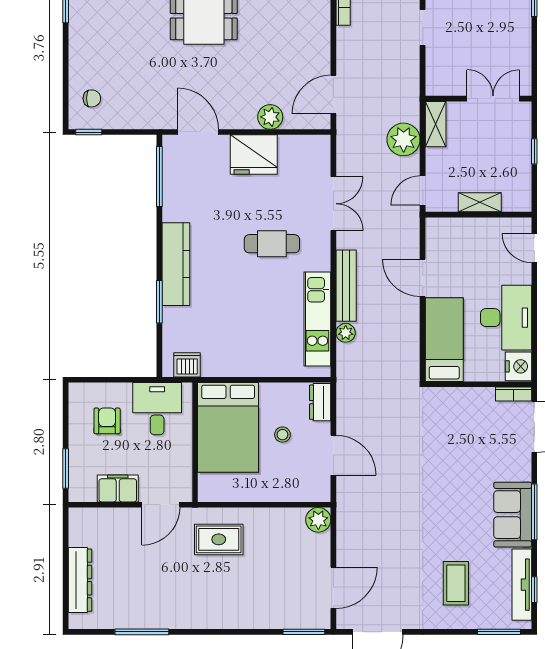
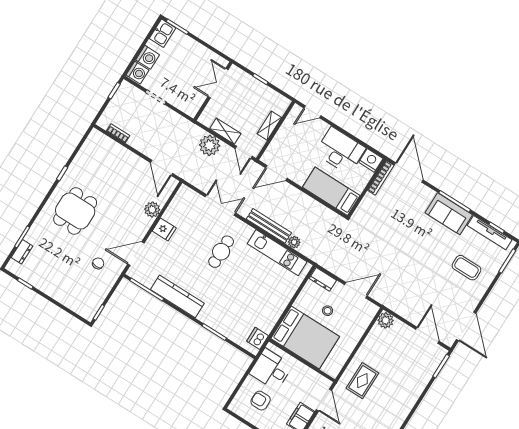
chair: (92, 98) -> (98, 263), moved
shelving: (436, 124) -> (225, 131), moved
fridge: (254, 155) -> (164, 229), width x0.53, depth x0.75
kitchen counter: (176, 264) -> (177, 296), moved
door: (423, 278) -> (276, 173), moved
bookcase: (514, 394) -> (381, 178), width x1.56

